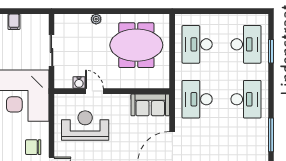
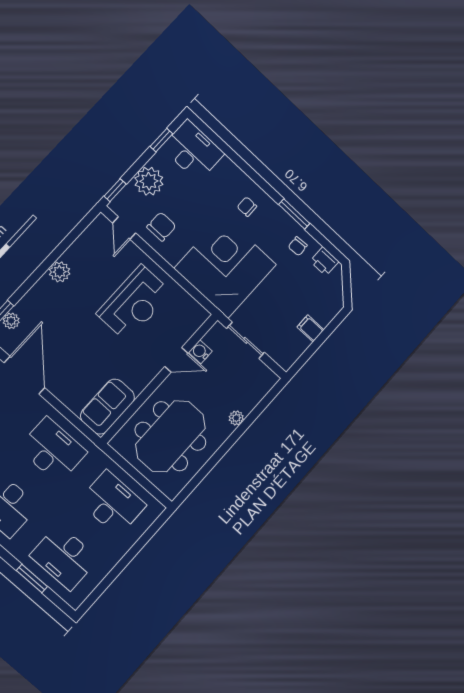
water cooler: (79, 82) -> (200, 352), moved
door: (94, 91) -> (176, 360), moved
wall: (112, 91) -> (160, 378), moved
sofa: (150, 105) -> (108, 407), moved

